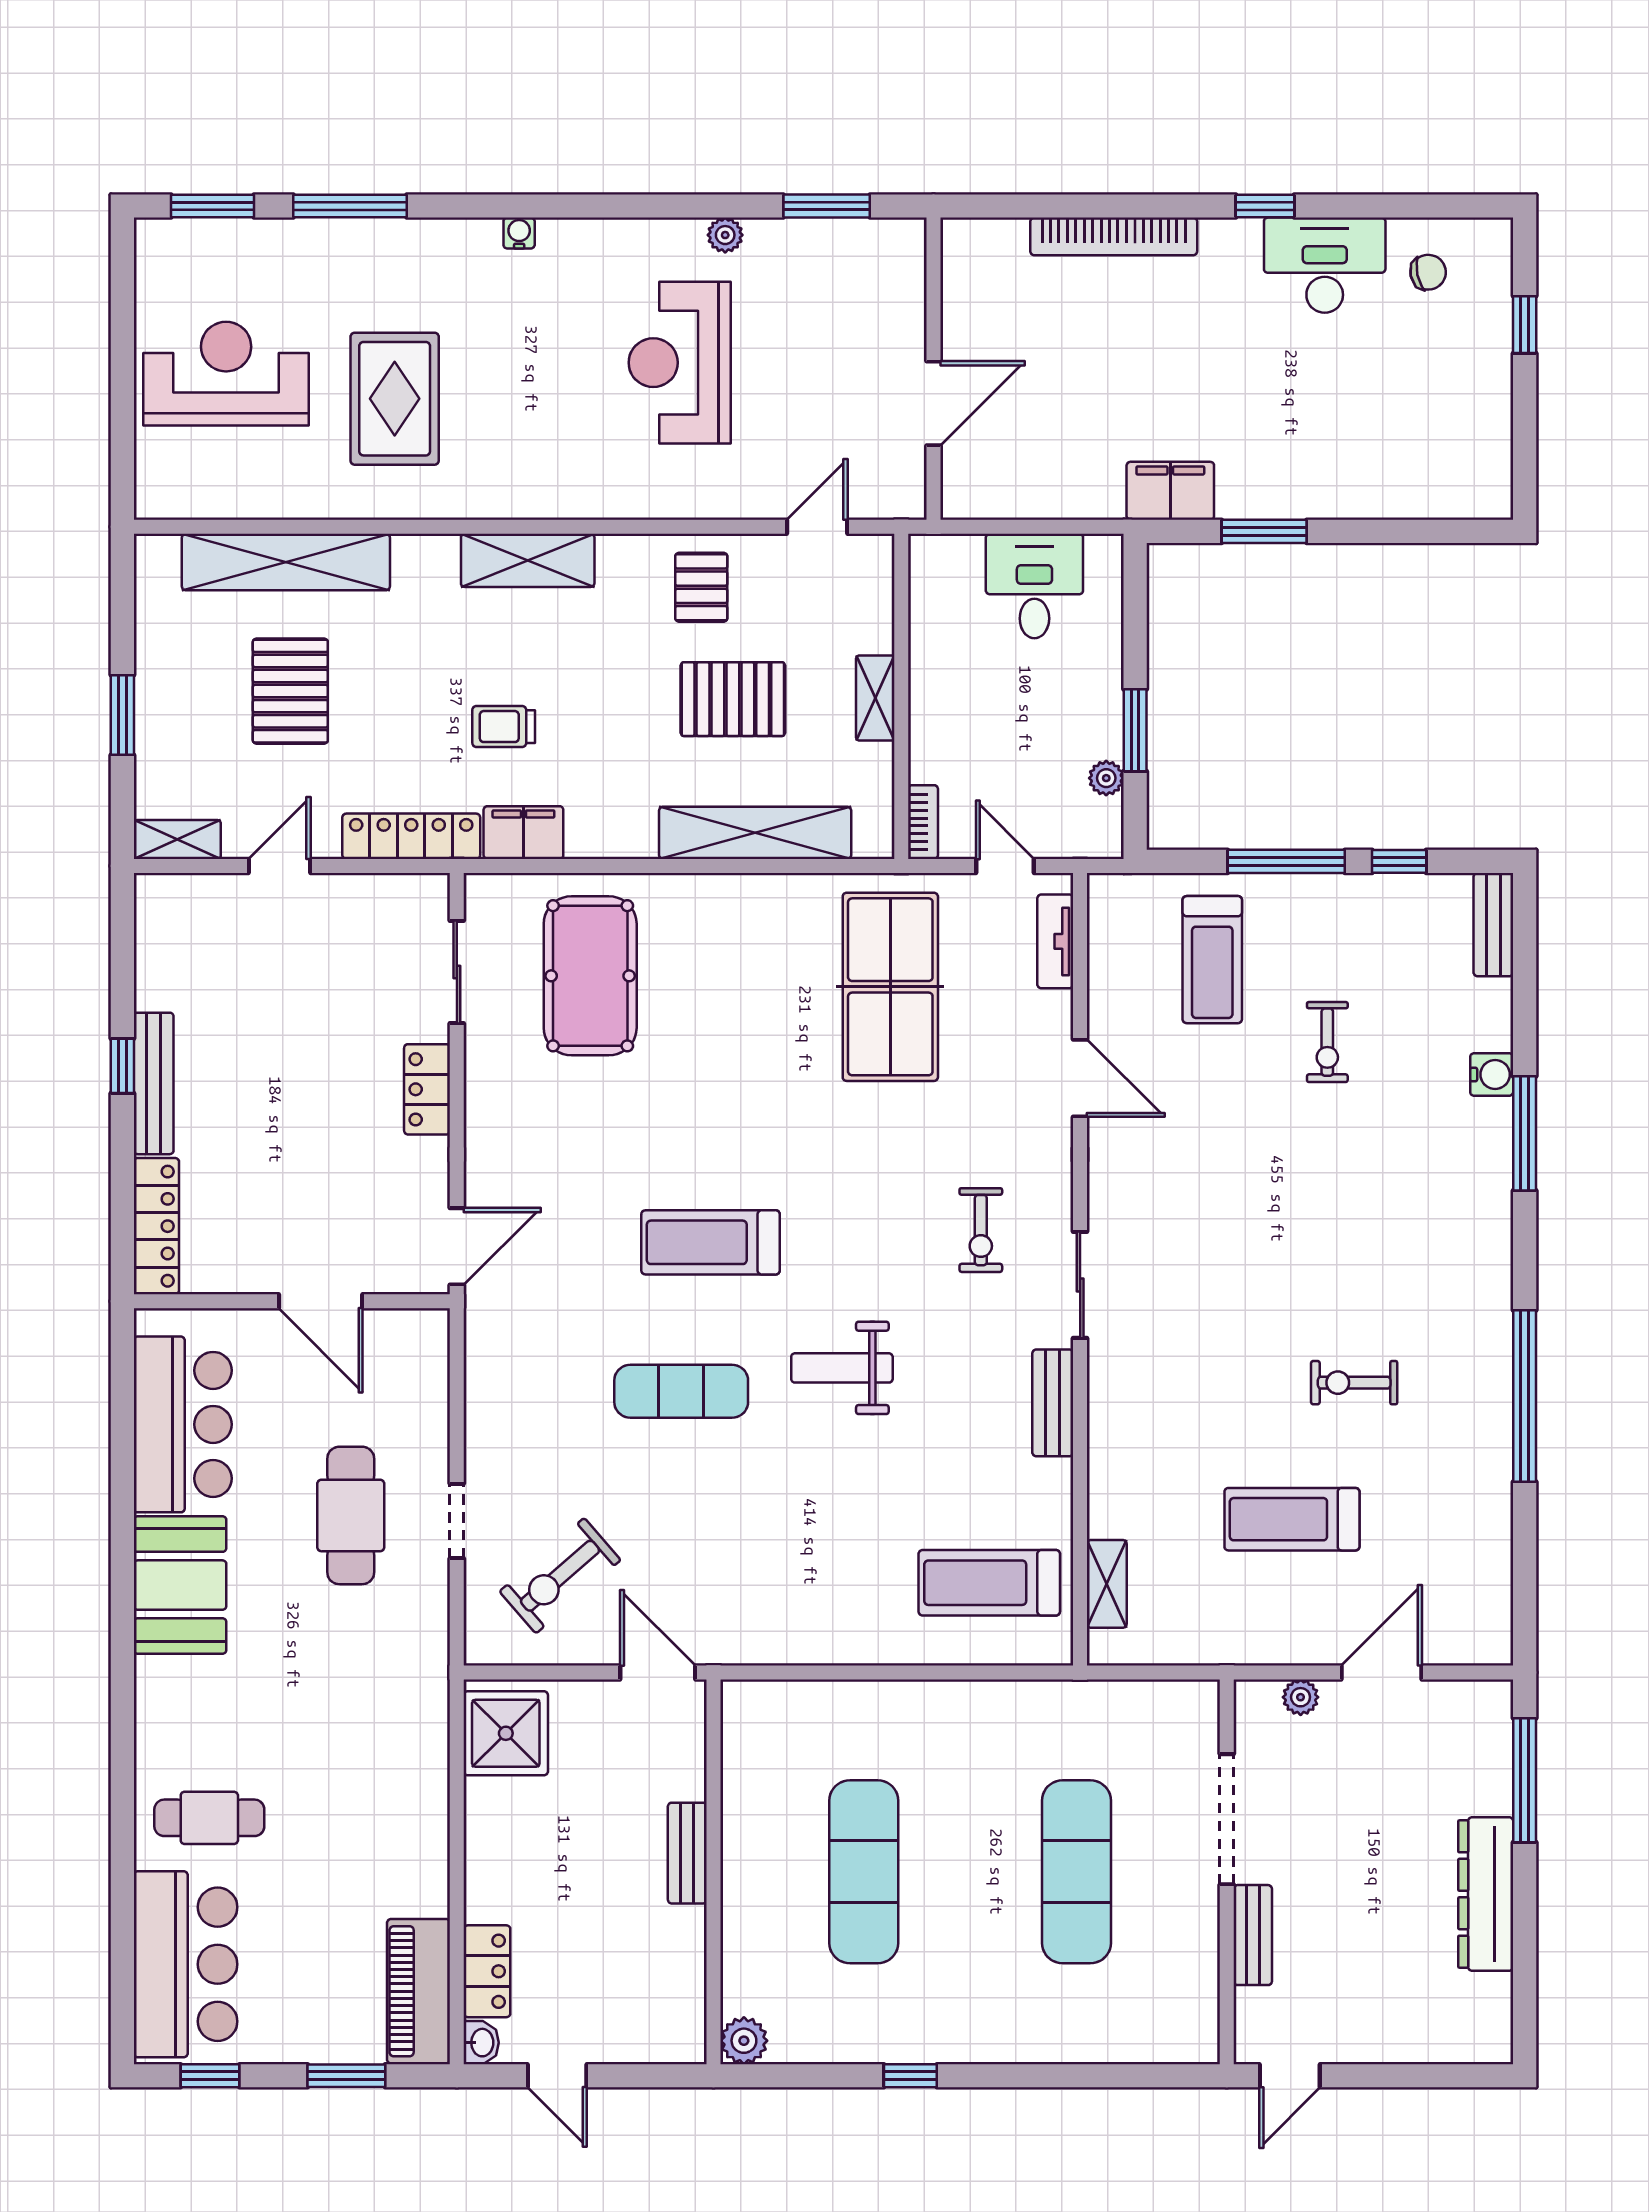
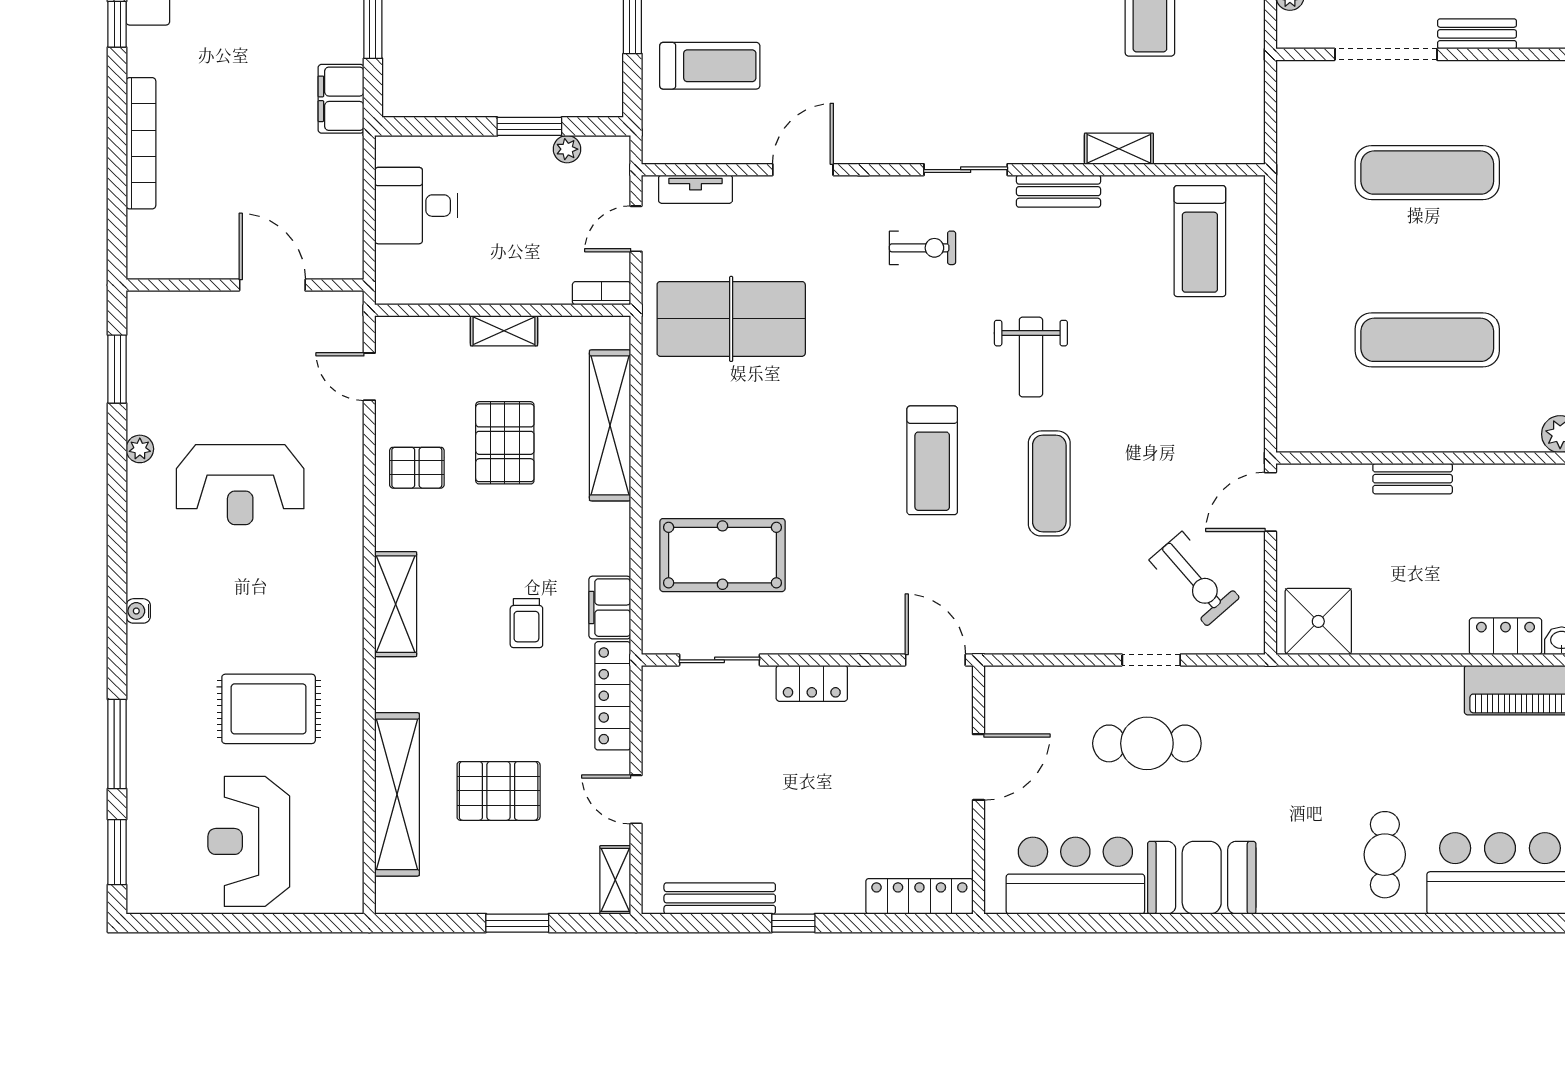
bench: (154, 1083) -> (720, 898), moved
shelving: (1107, 1584) -> (1119, 149), moved

